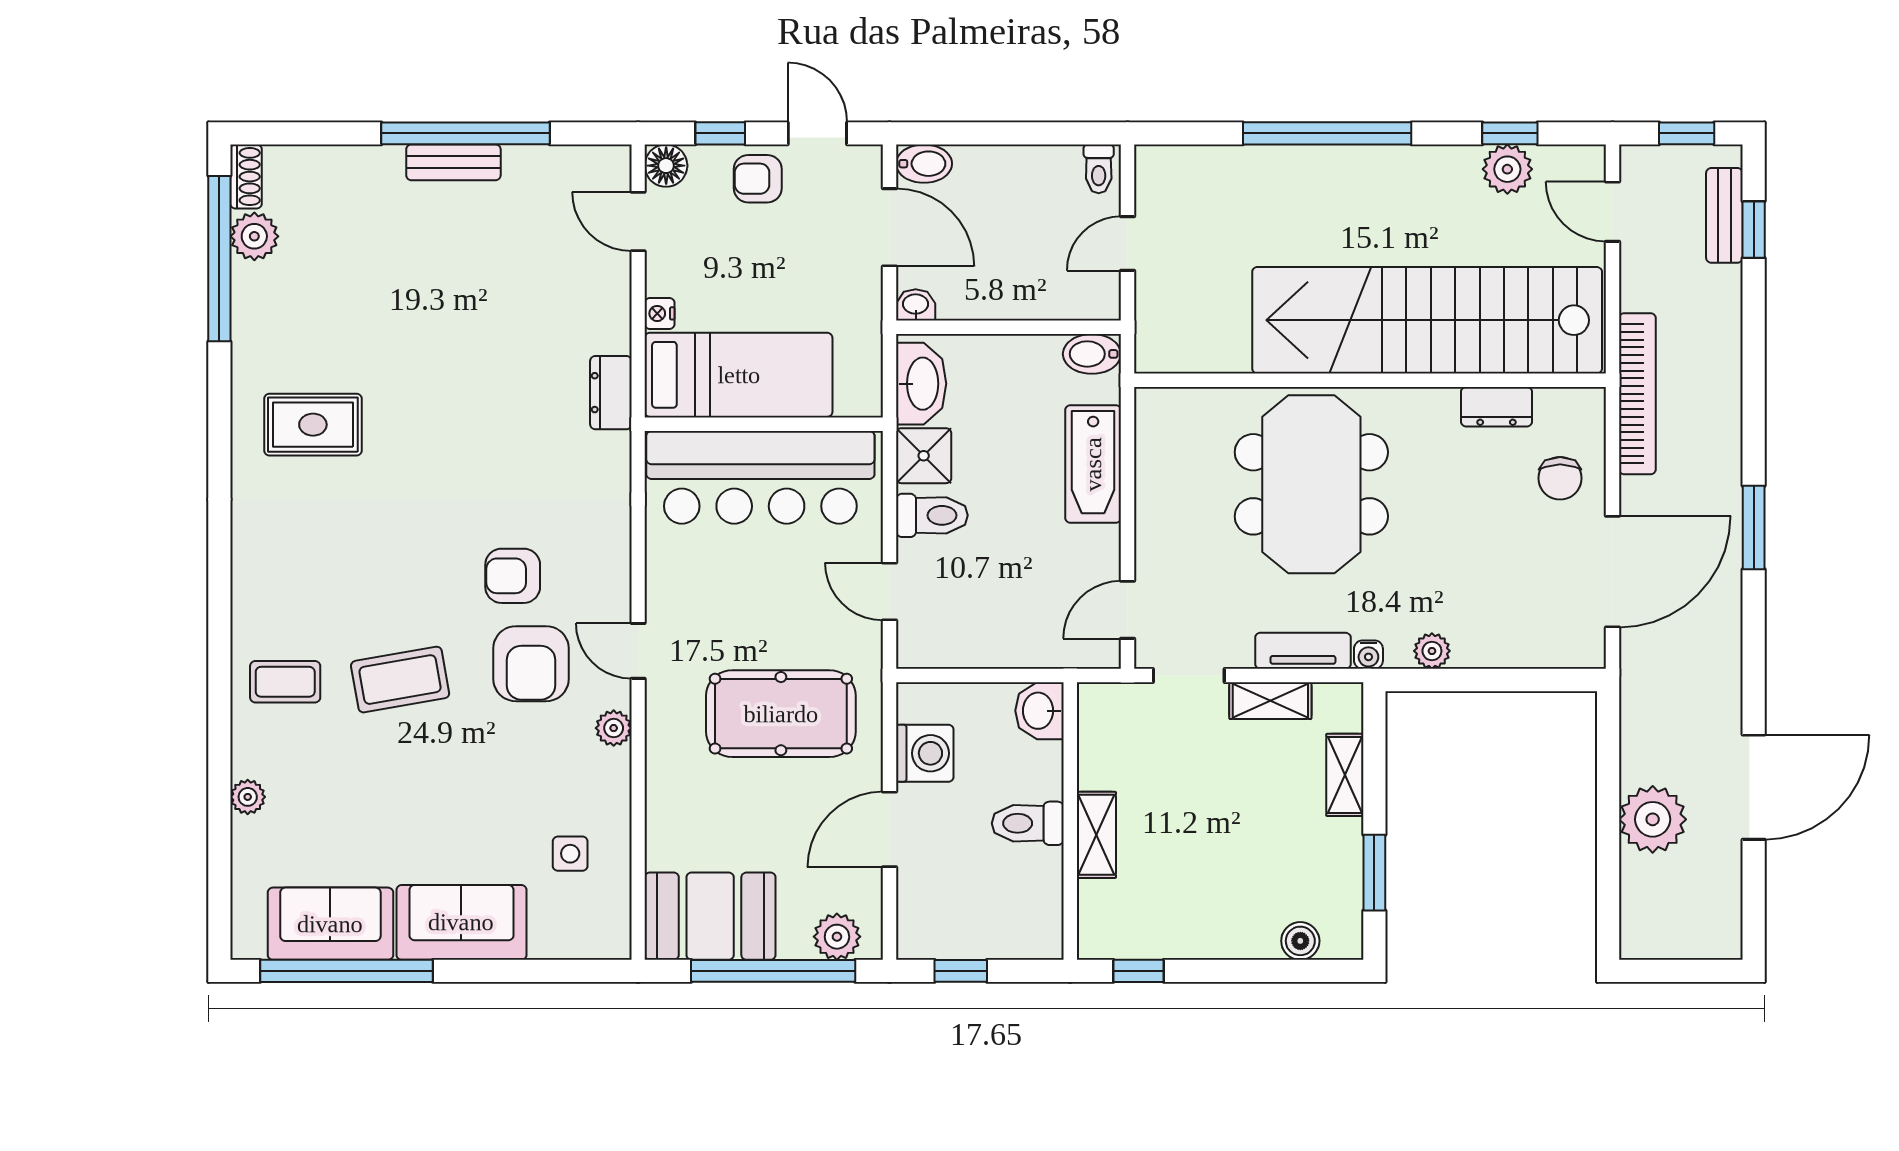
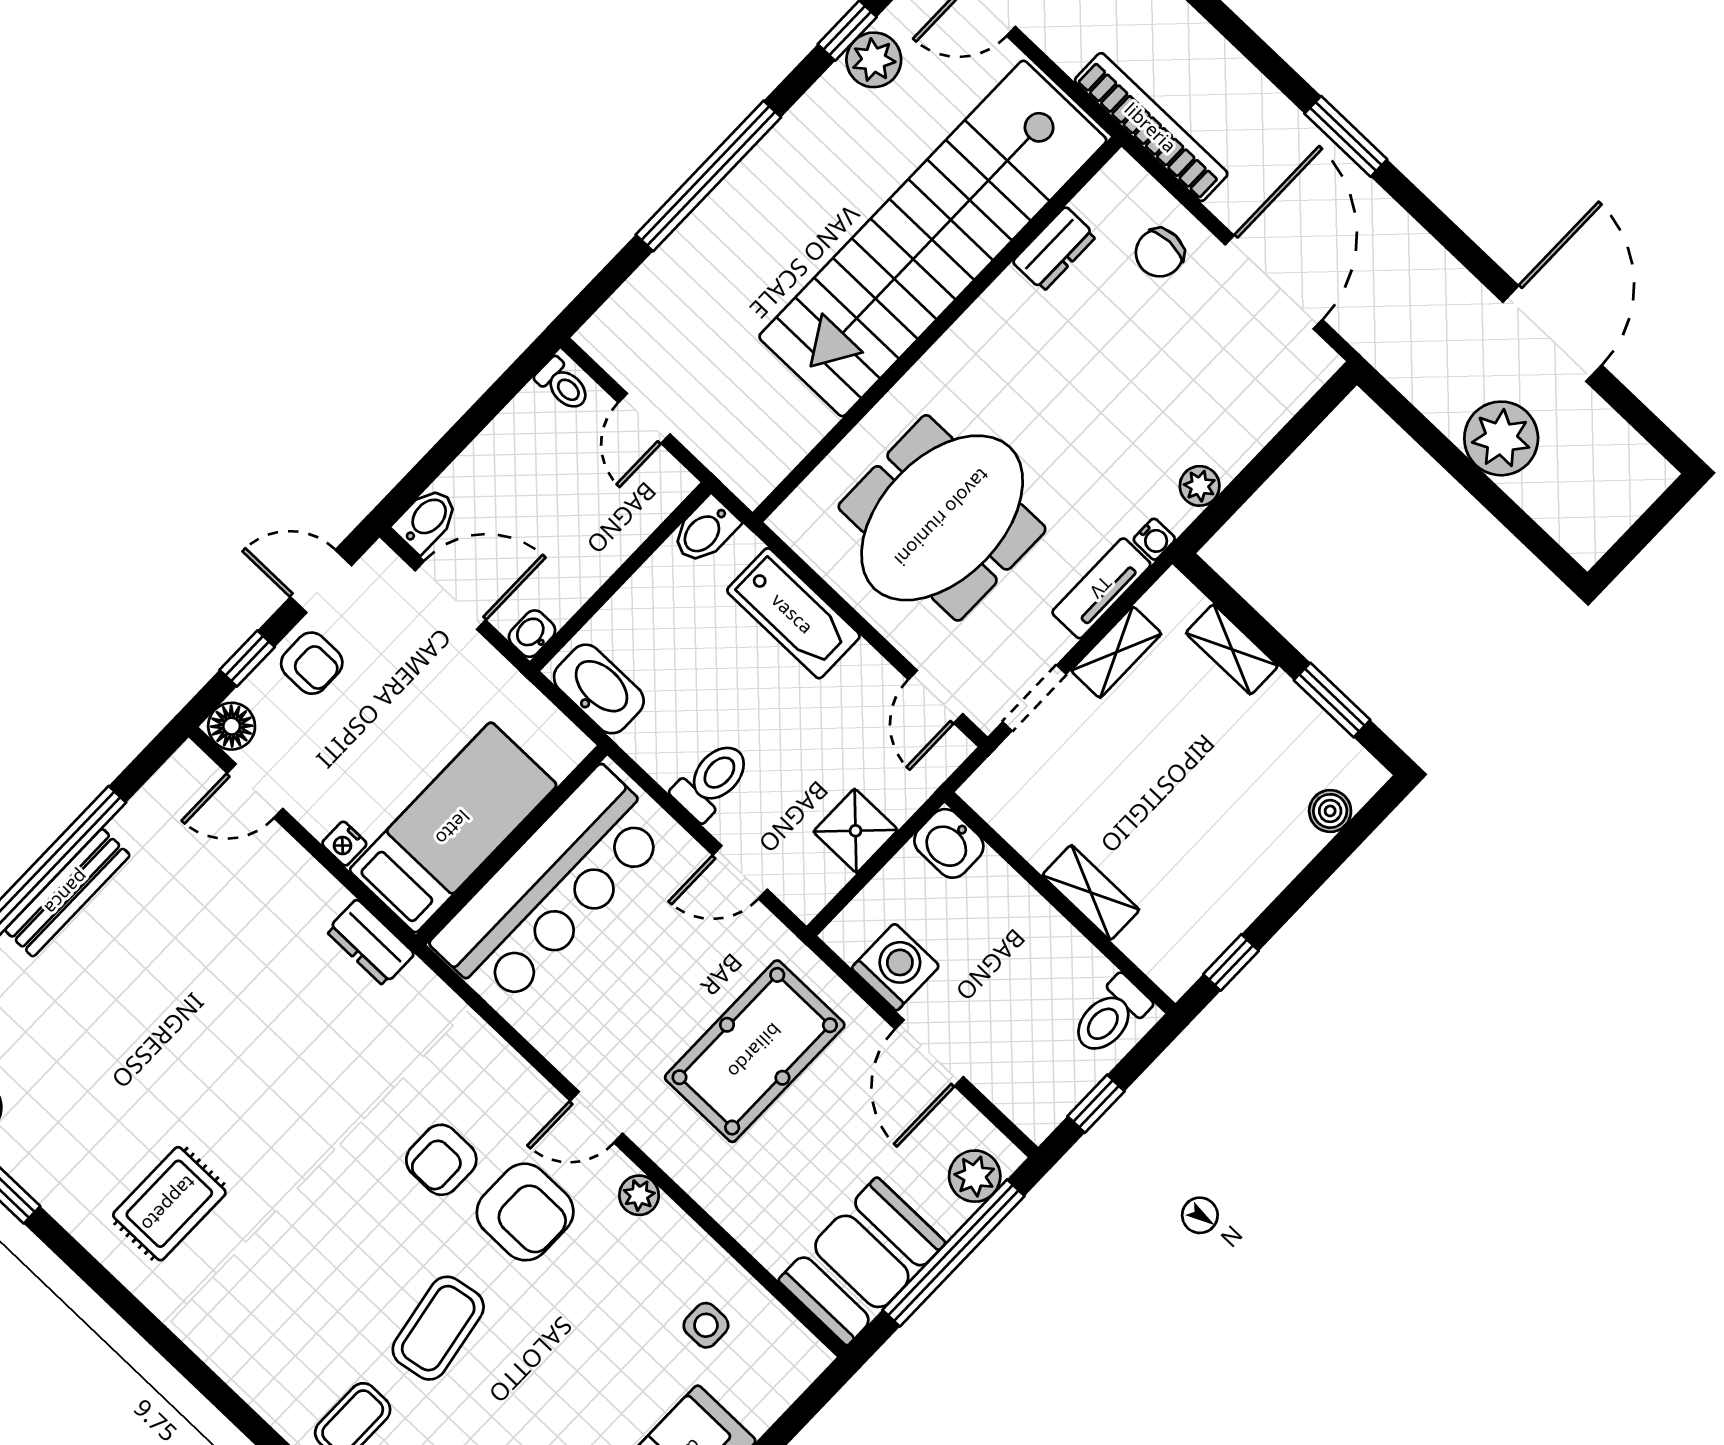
bench: (453, 162) -> (67, 893), width x1.36
armchair: (758, 179) -> (312, 663), turned -90
shower: (924, 456) -> (856, 831), moved
chair: (1560, 478) -> (1160, 253), turned 90
meeting table: (1311, 484) -> (942, 518), moved, turned 90
toilet: (1028, 823) -> (1110, 1016), moved

